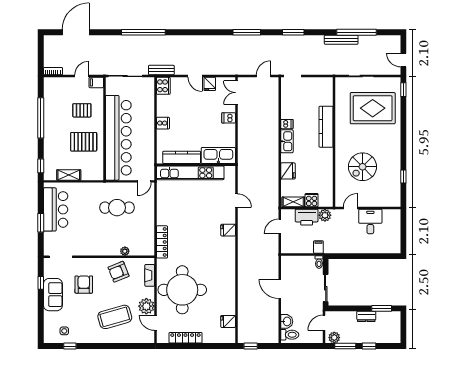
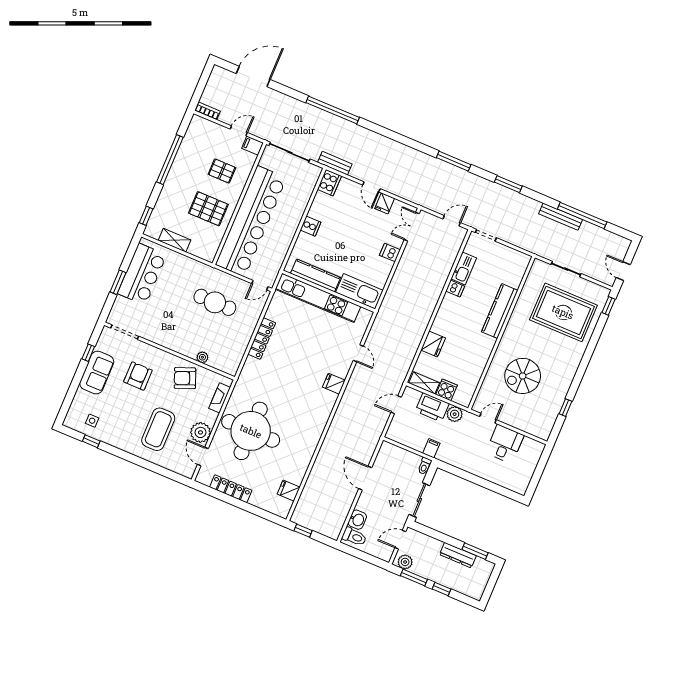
kitchen sink: (287, 141) -> (464, 268), moved
locker: (162, 242) -> (262, 338), moved
dresser: (366, 316) -> (458, 555), width x1.44
coffee table: (115, 317) -> (158, 429), turned -74

